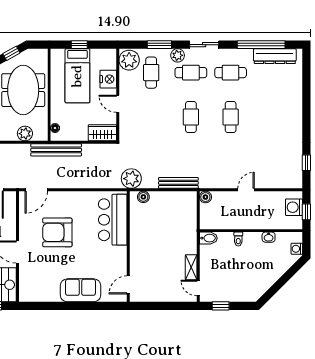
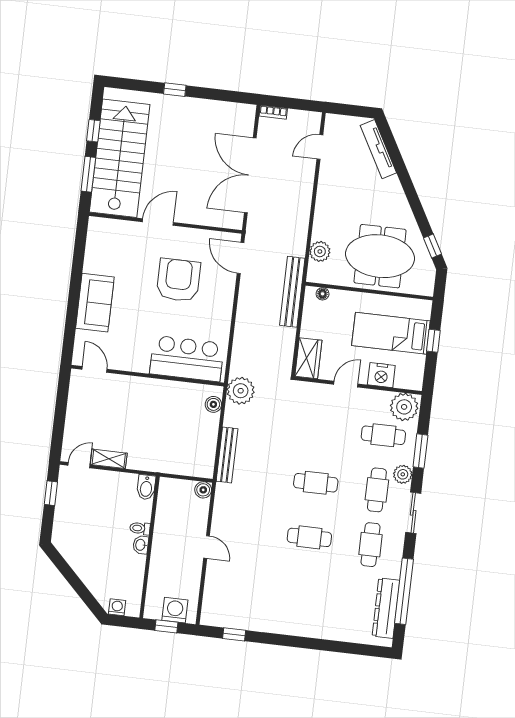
washbasin: (269, 237) -> (141, 545), moved

